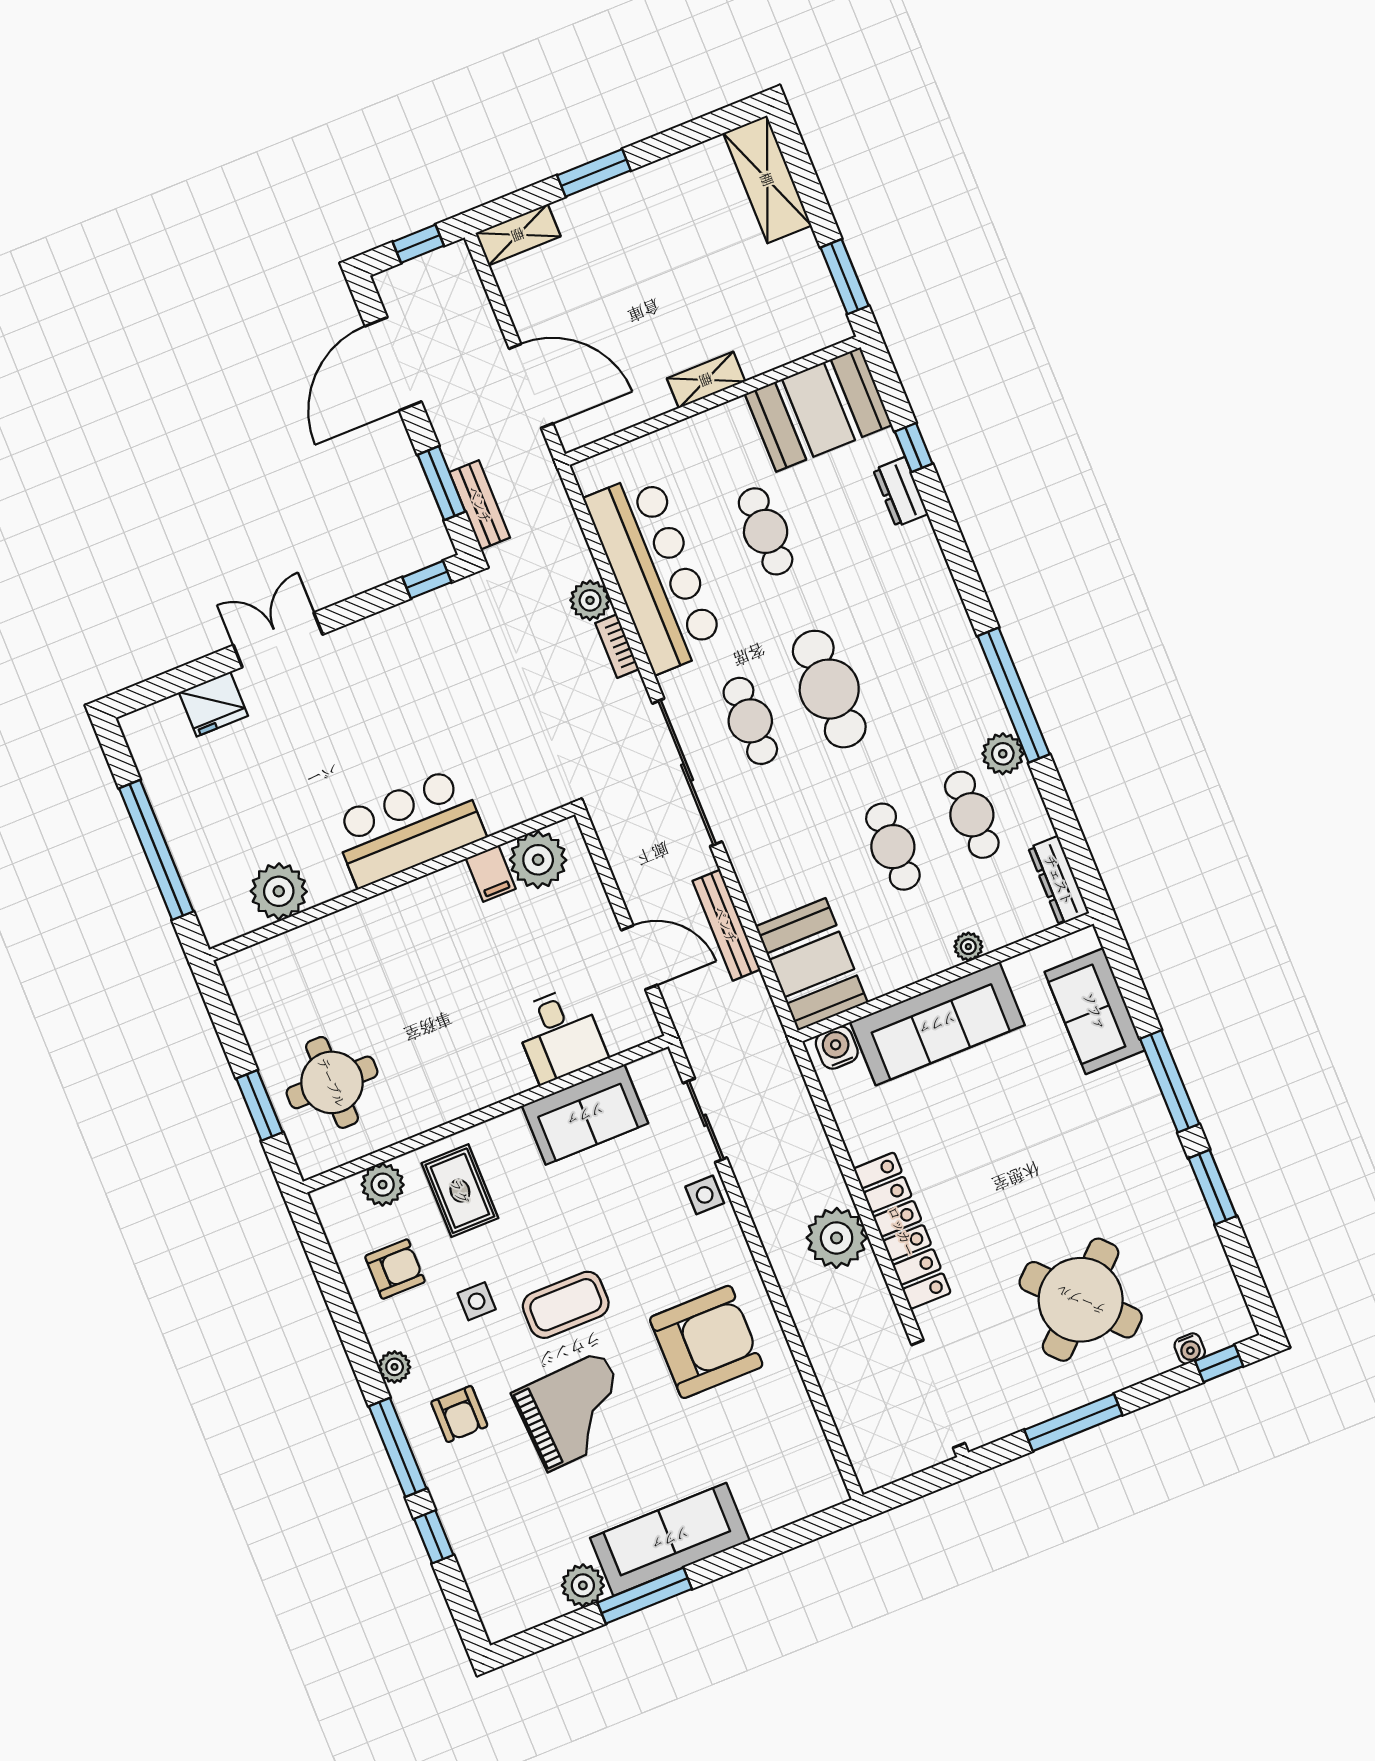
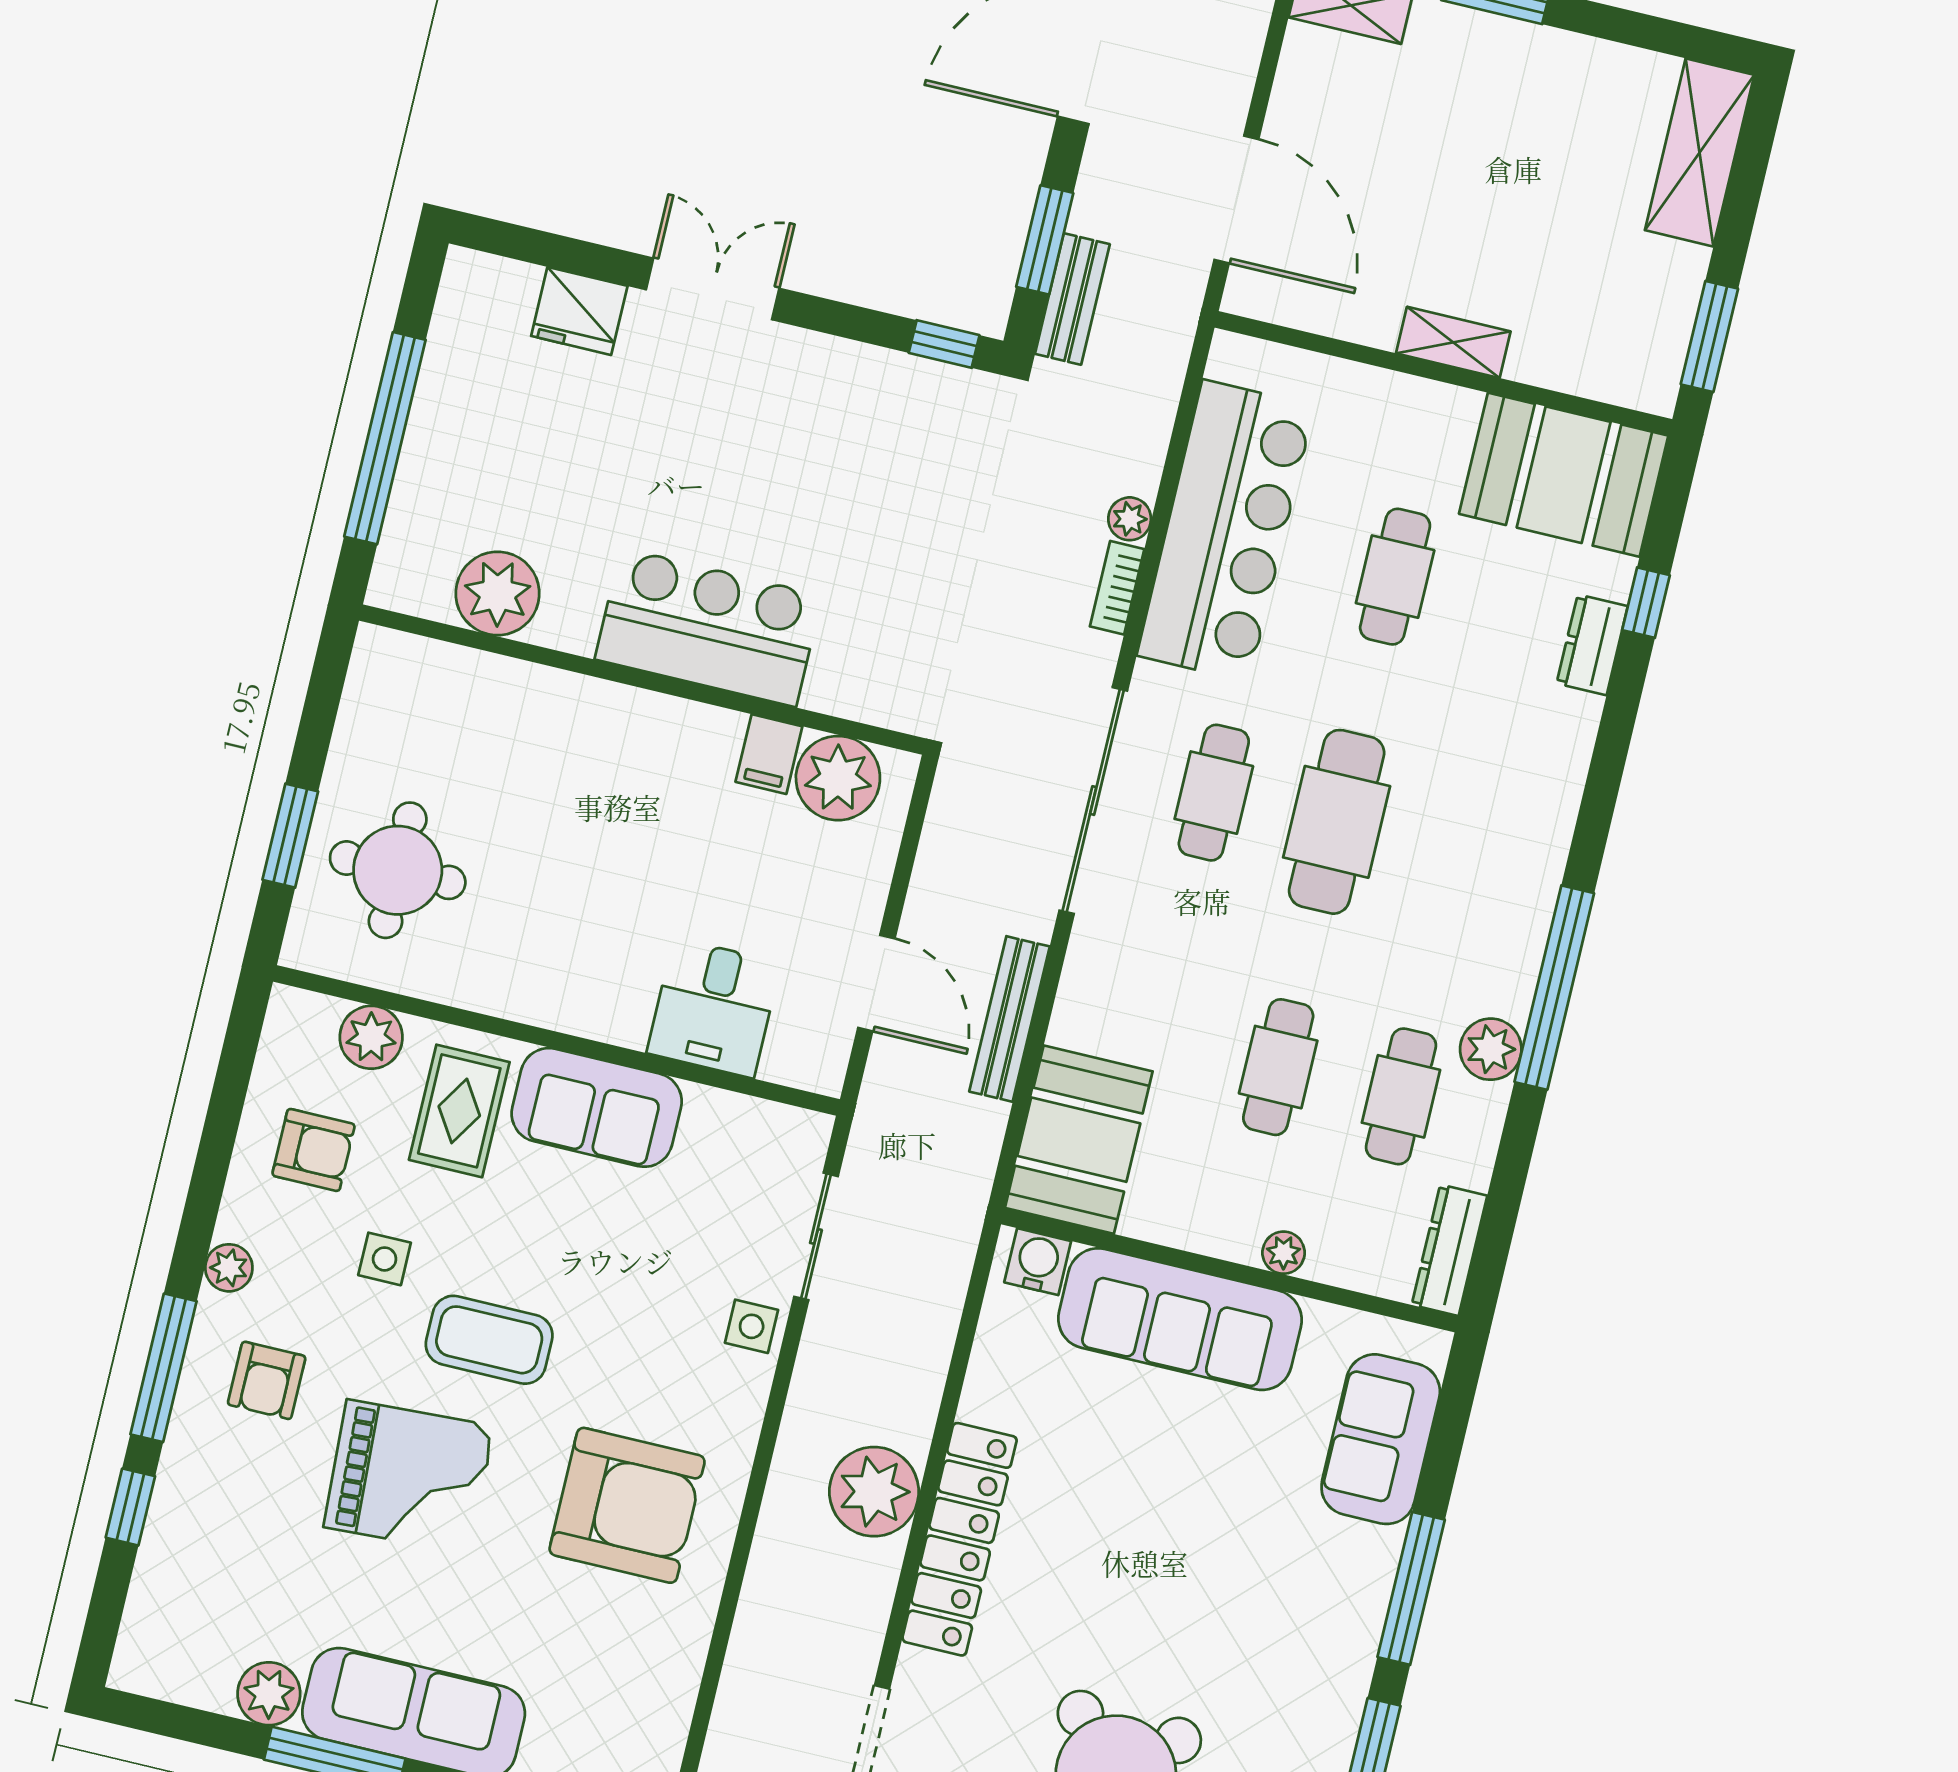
plant: (590, 600) -> (1130, 519), width x0.73, depth x0.73
sofa: (585, 1115) -> (597, 1107), moved

